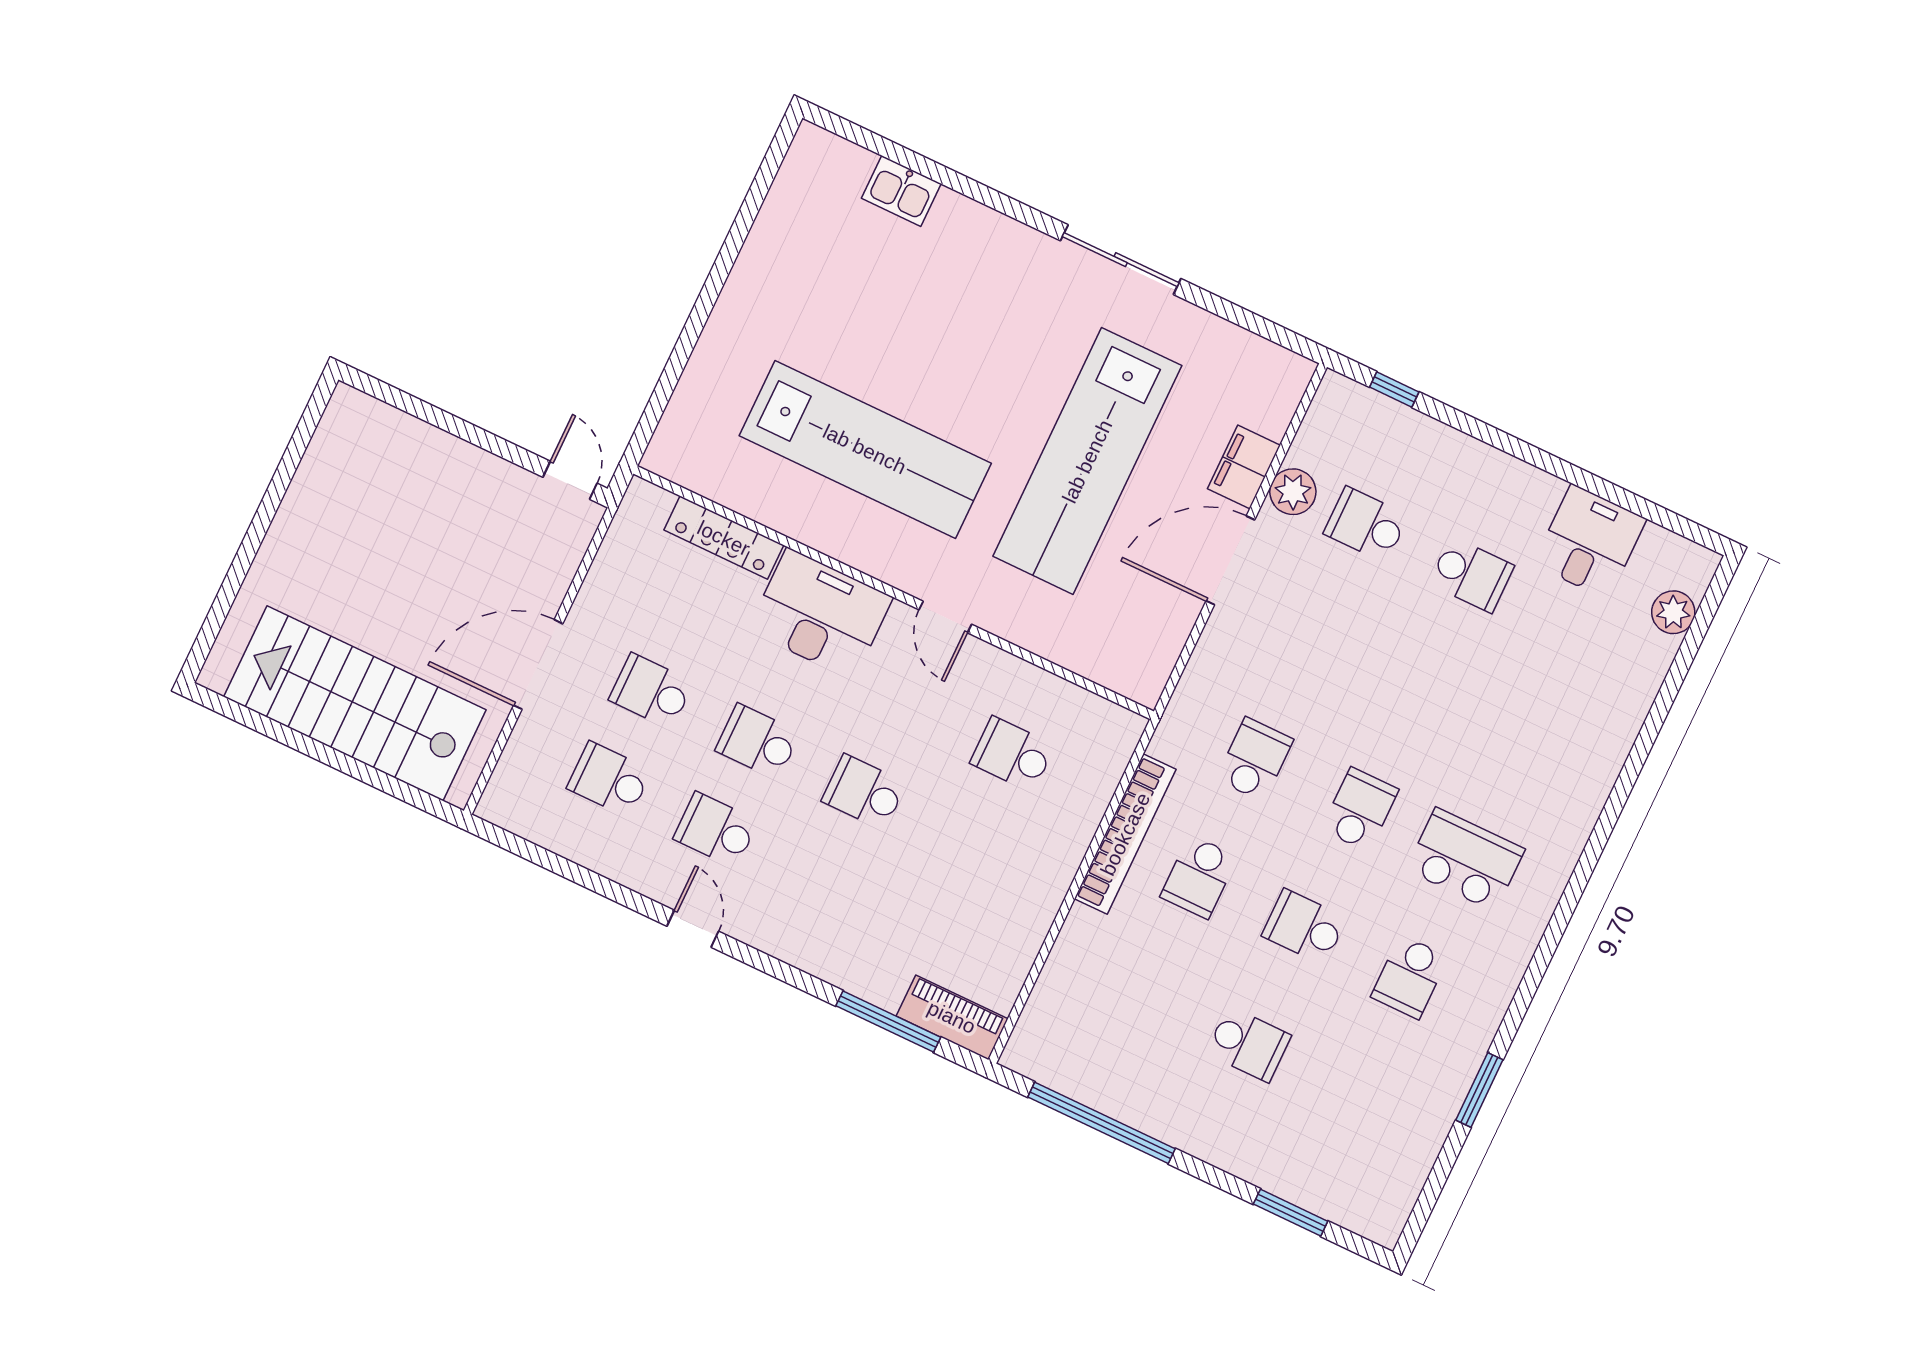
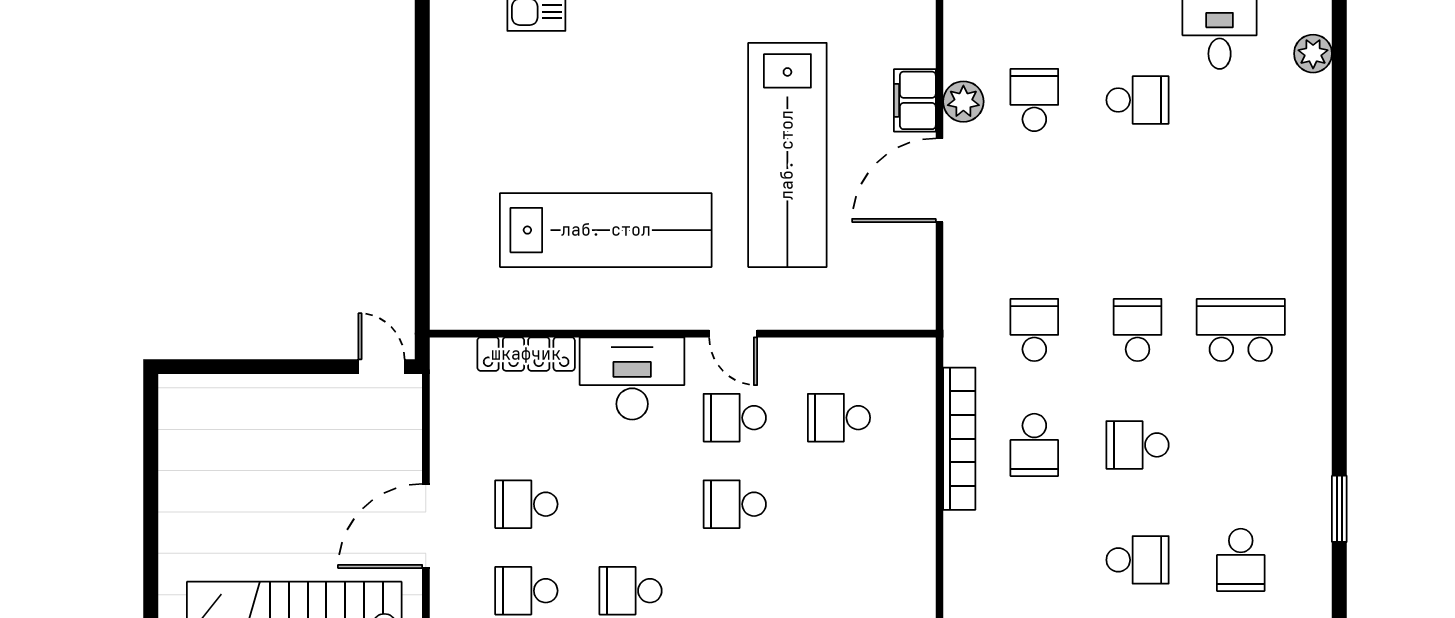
school desk: (1366, 525) -> (1034, 100), turned 90
school desk: (758, 742) -> (735, 418), moved
school desk: (1410, 977) -> (1241, 560), moved

